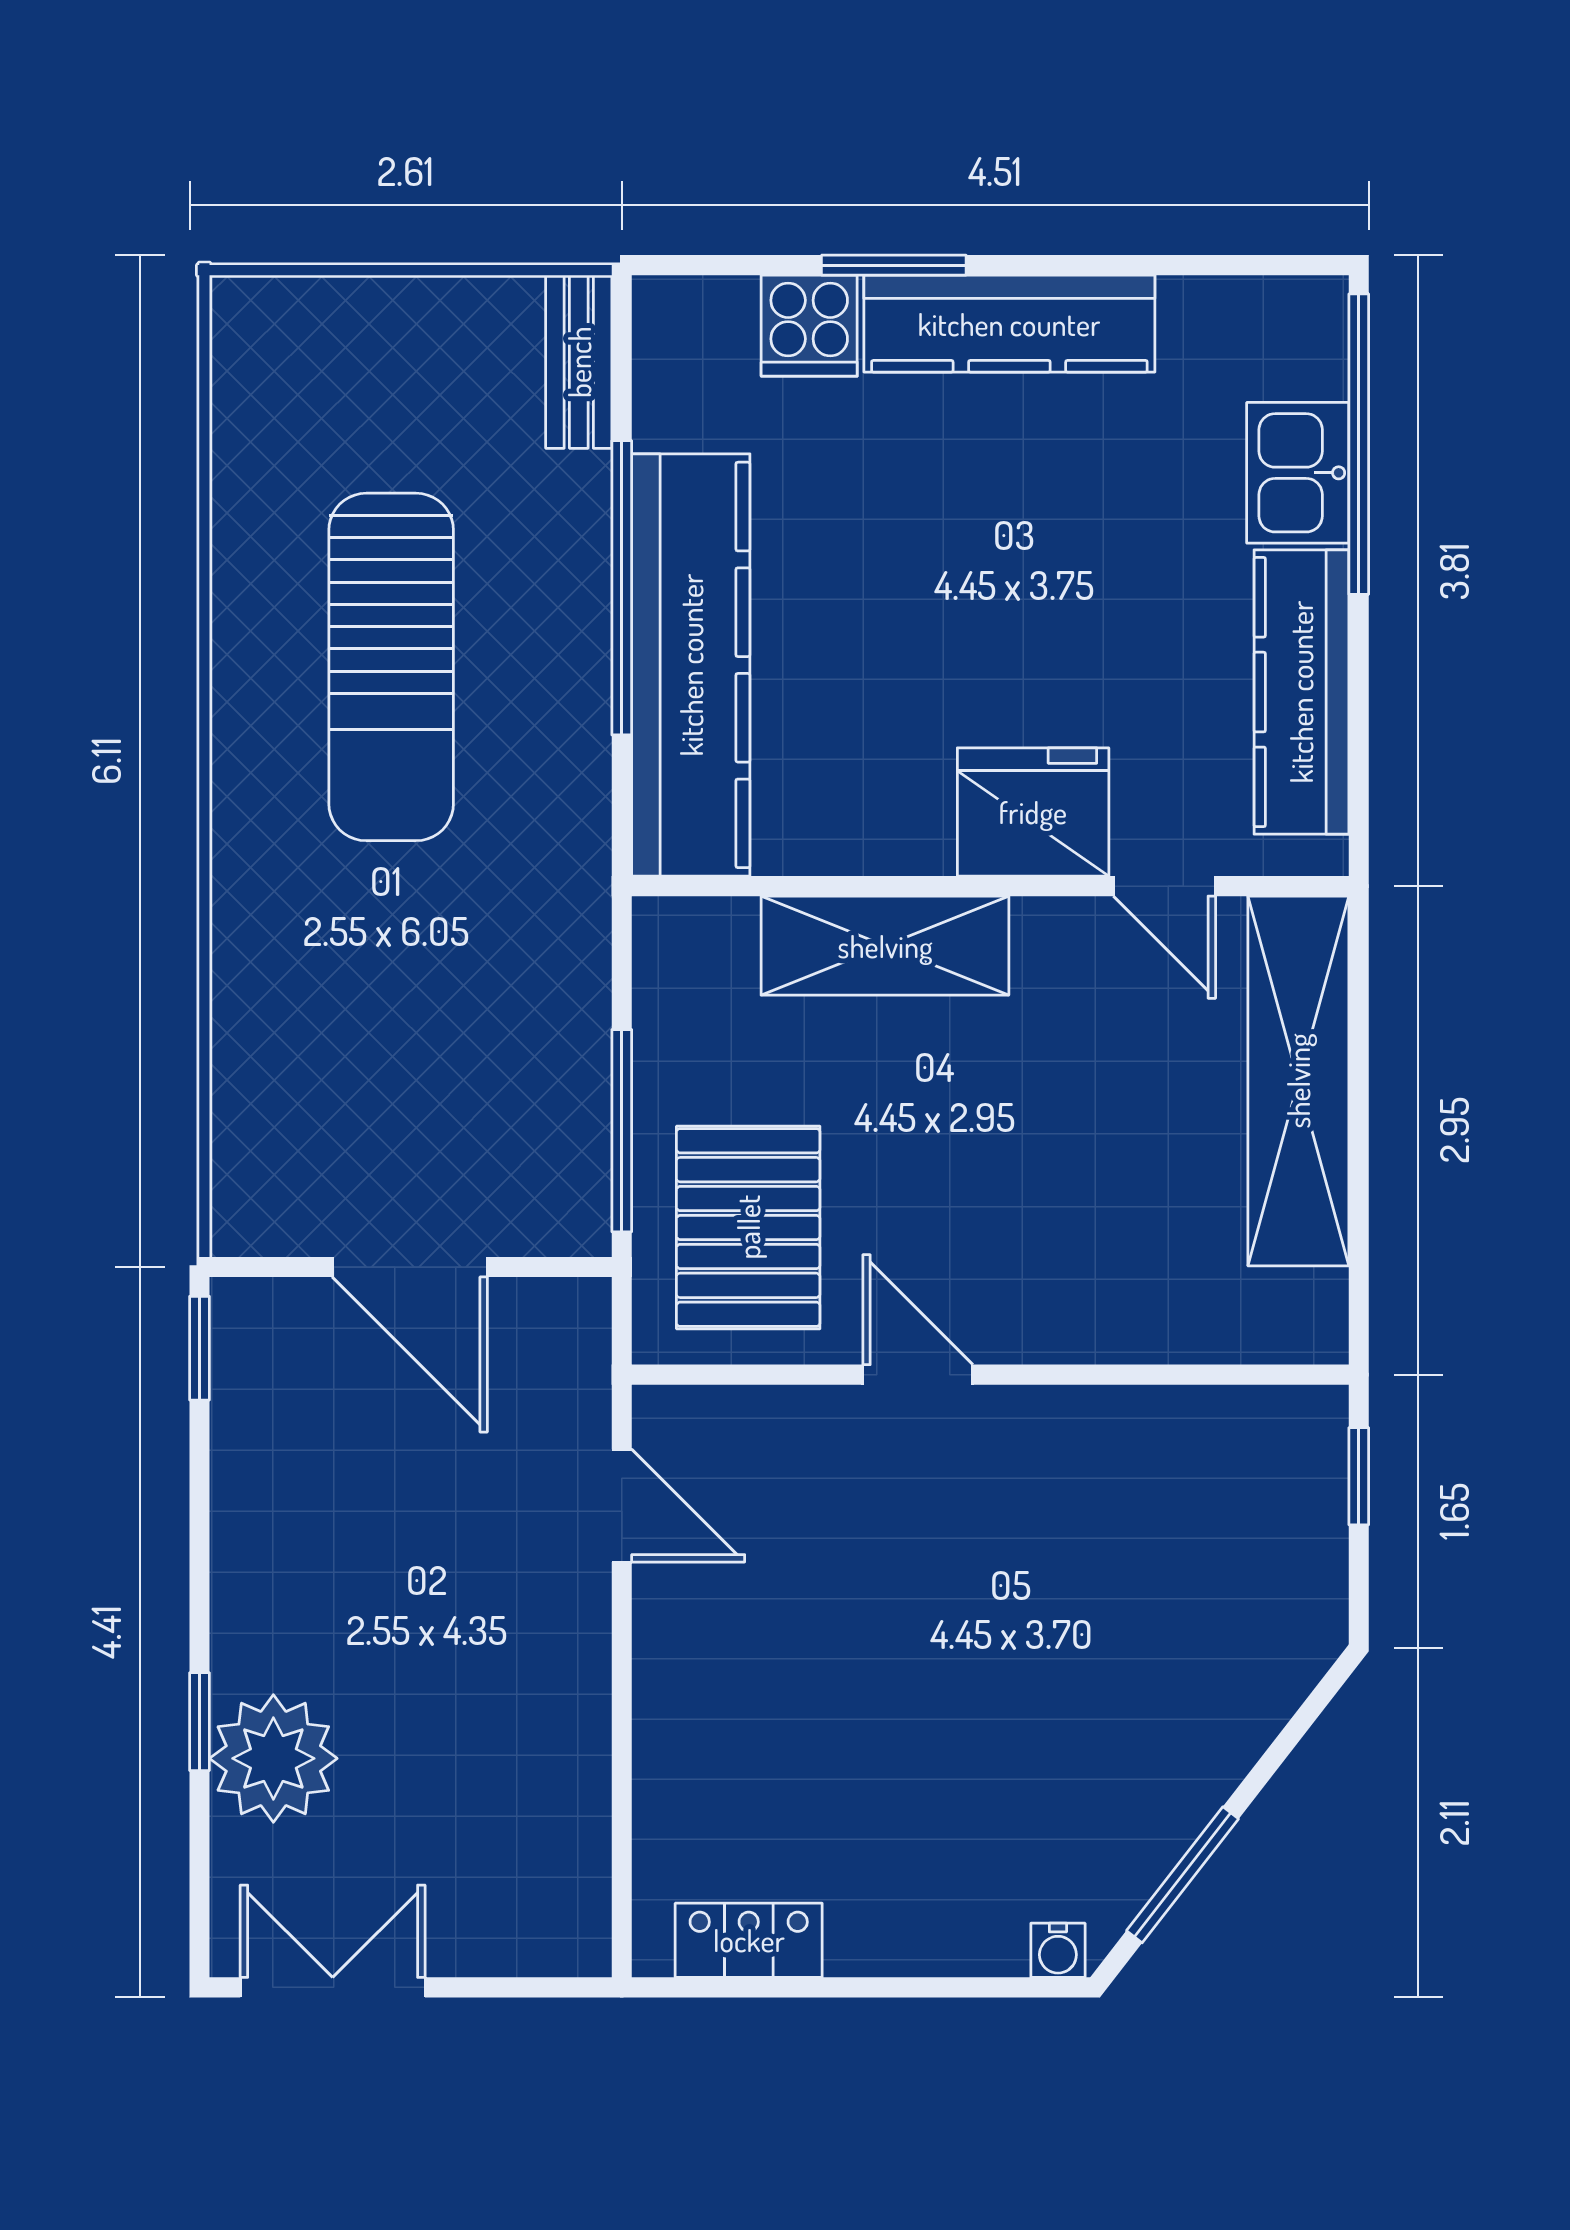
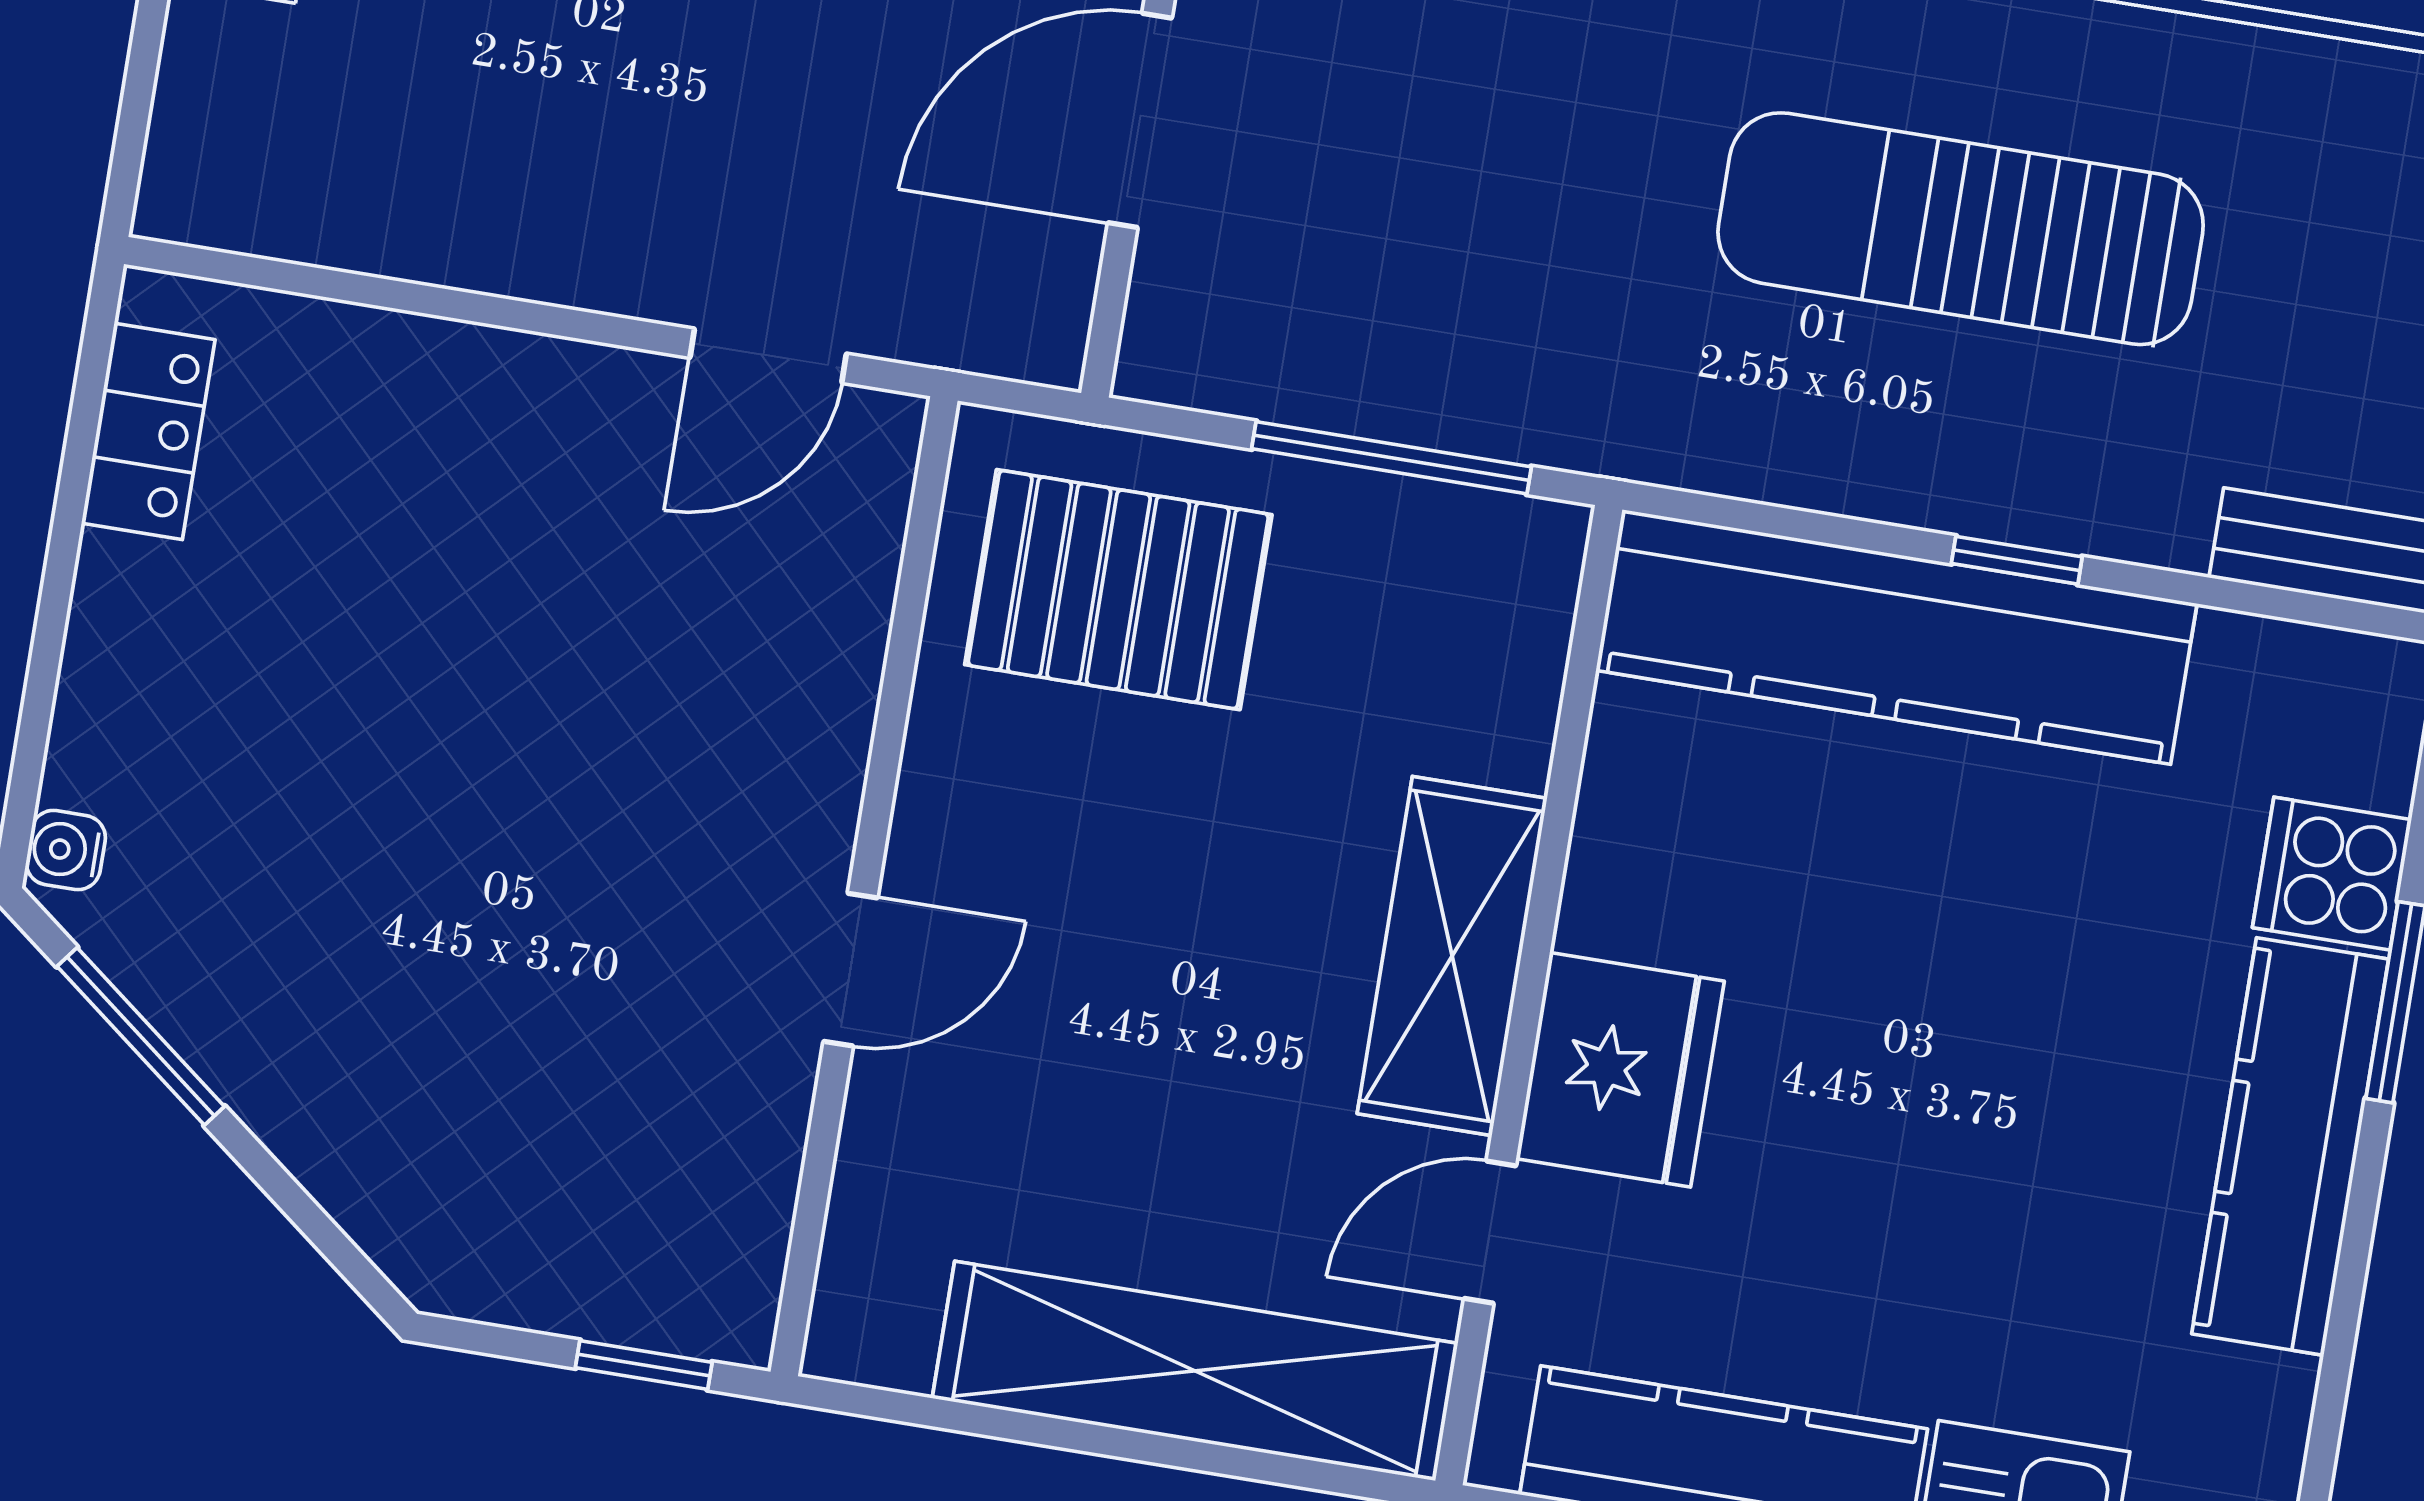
window: (622, 588) -> (2017, 560), width x0.32
shelving: (885, 946) -> (1452, 956), moved
window: (622, 1131) -> (1391, 458), moved
door: (918, 1375) -> (850, 970), moved

